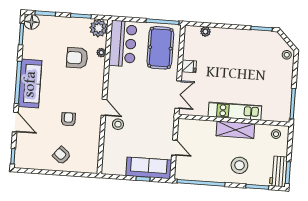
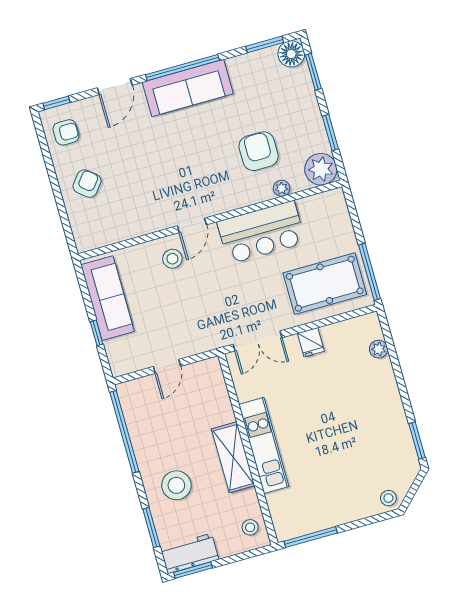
bar counter: (123, 44) -> (261, 232), moved
armchair: (68, 119) -> (66, 132), moved
sofa: (149, 168) -> (107, 298), moved

